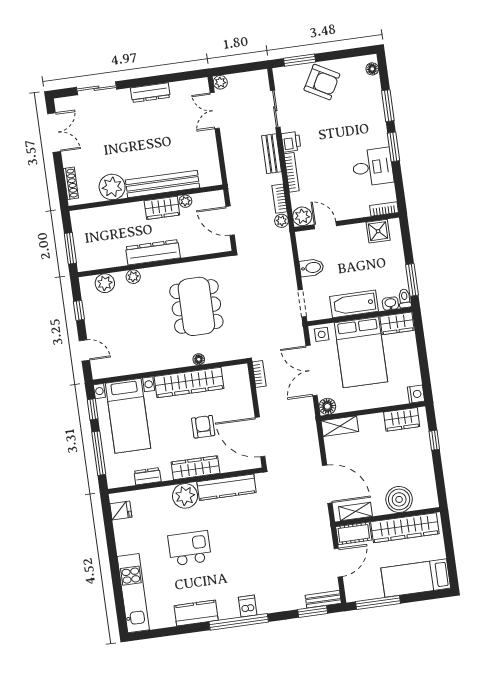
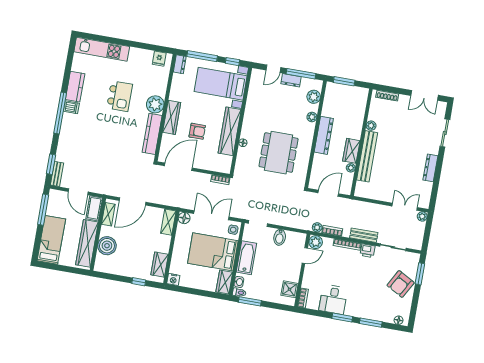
plant: (112, 187) -> (371, 126), width x0.53, depth x0.53
dining table: (196, 306) -> (279, 153), turned 90
window: (79, 310) -> (301, 74), width x2.17
dresser: (92, 321) -> (291, 80), added
dresser: (147, 476) -> (180, 64), moved
dishwasher: (248, 606) -> (71, 107), moved

